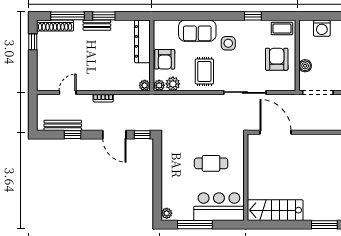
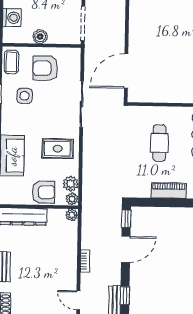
side table: (228, 43) -> (25, 96), moved
boiler: (305, 66) -> (40, 37), moved
piano: (168, 172) -> (169, 191), added

